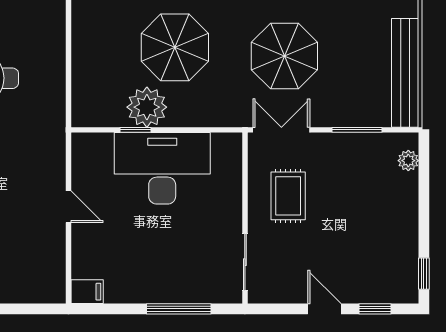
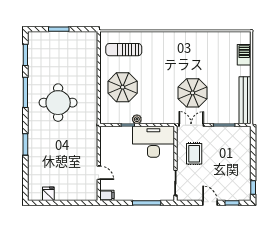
parasol: (175, 47) -> (123, 87), moved
plant: (147, 107) -> (137, 119), width x0.53, depth x0.53
plant: (408, 161) -> (246, 138), removed
desk: (162, 168) -> (153, 142), moved
door: (68, 207) -> (99, 173), moved

